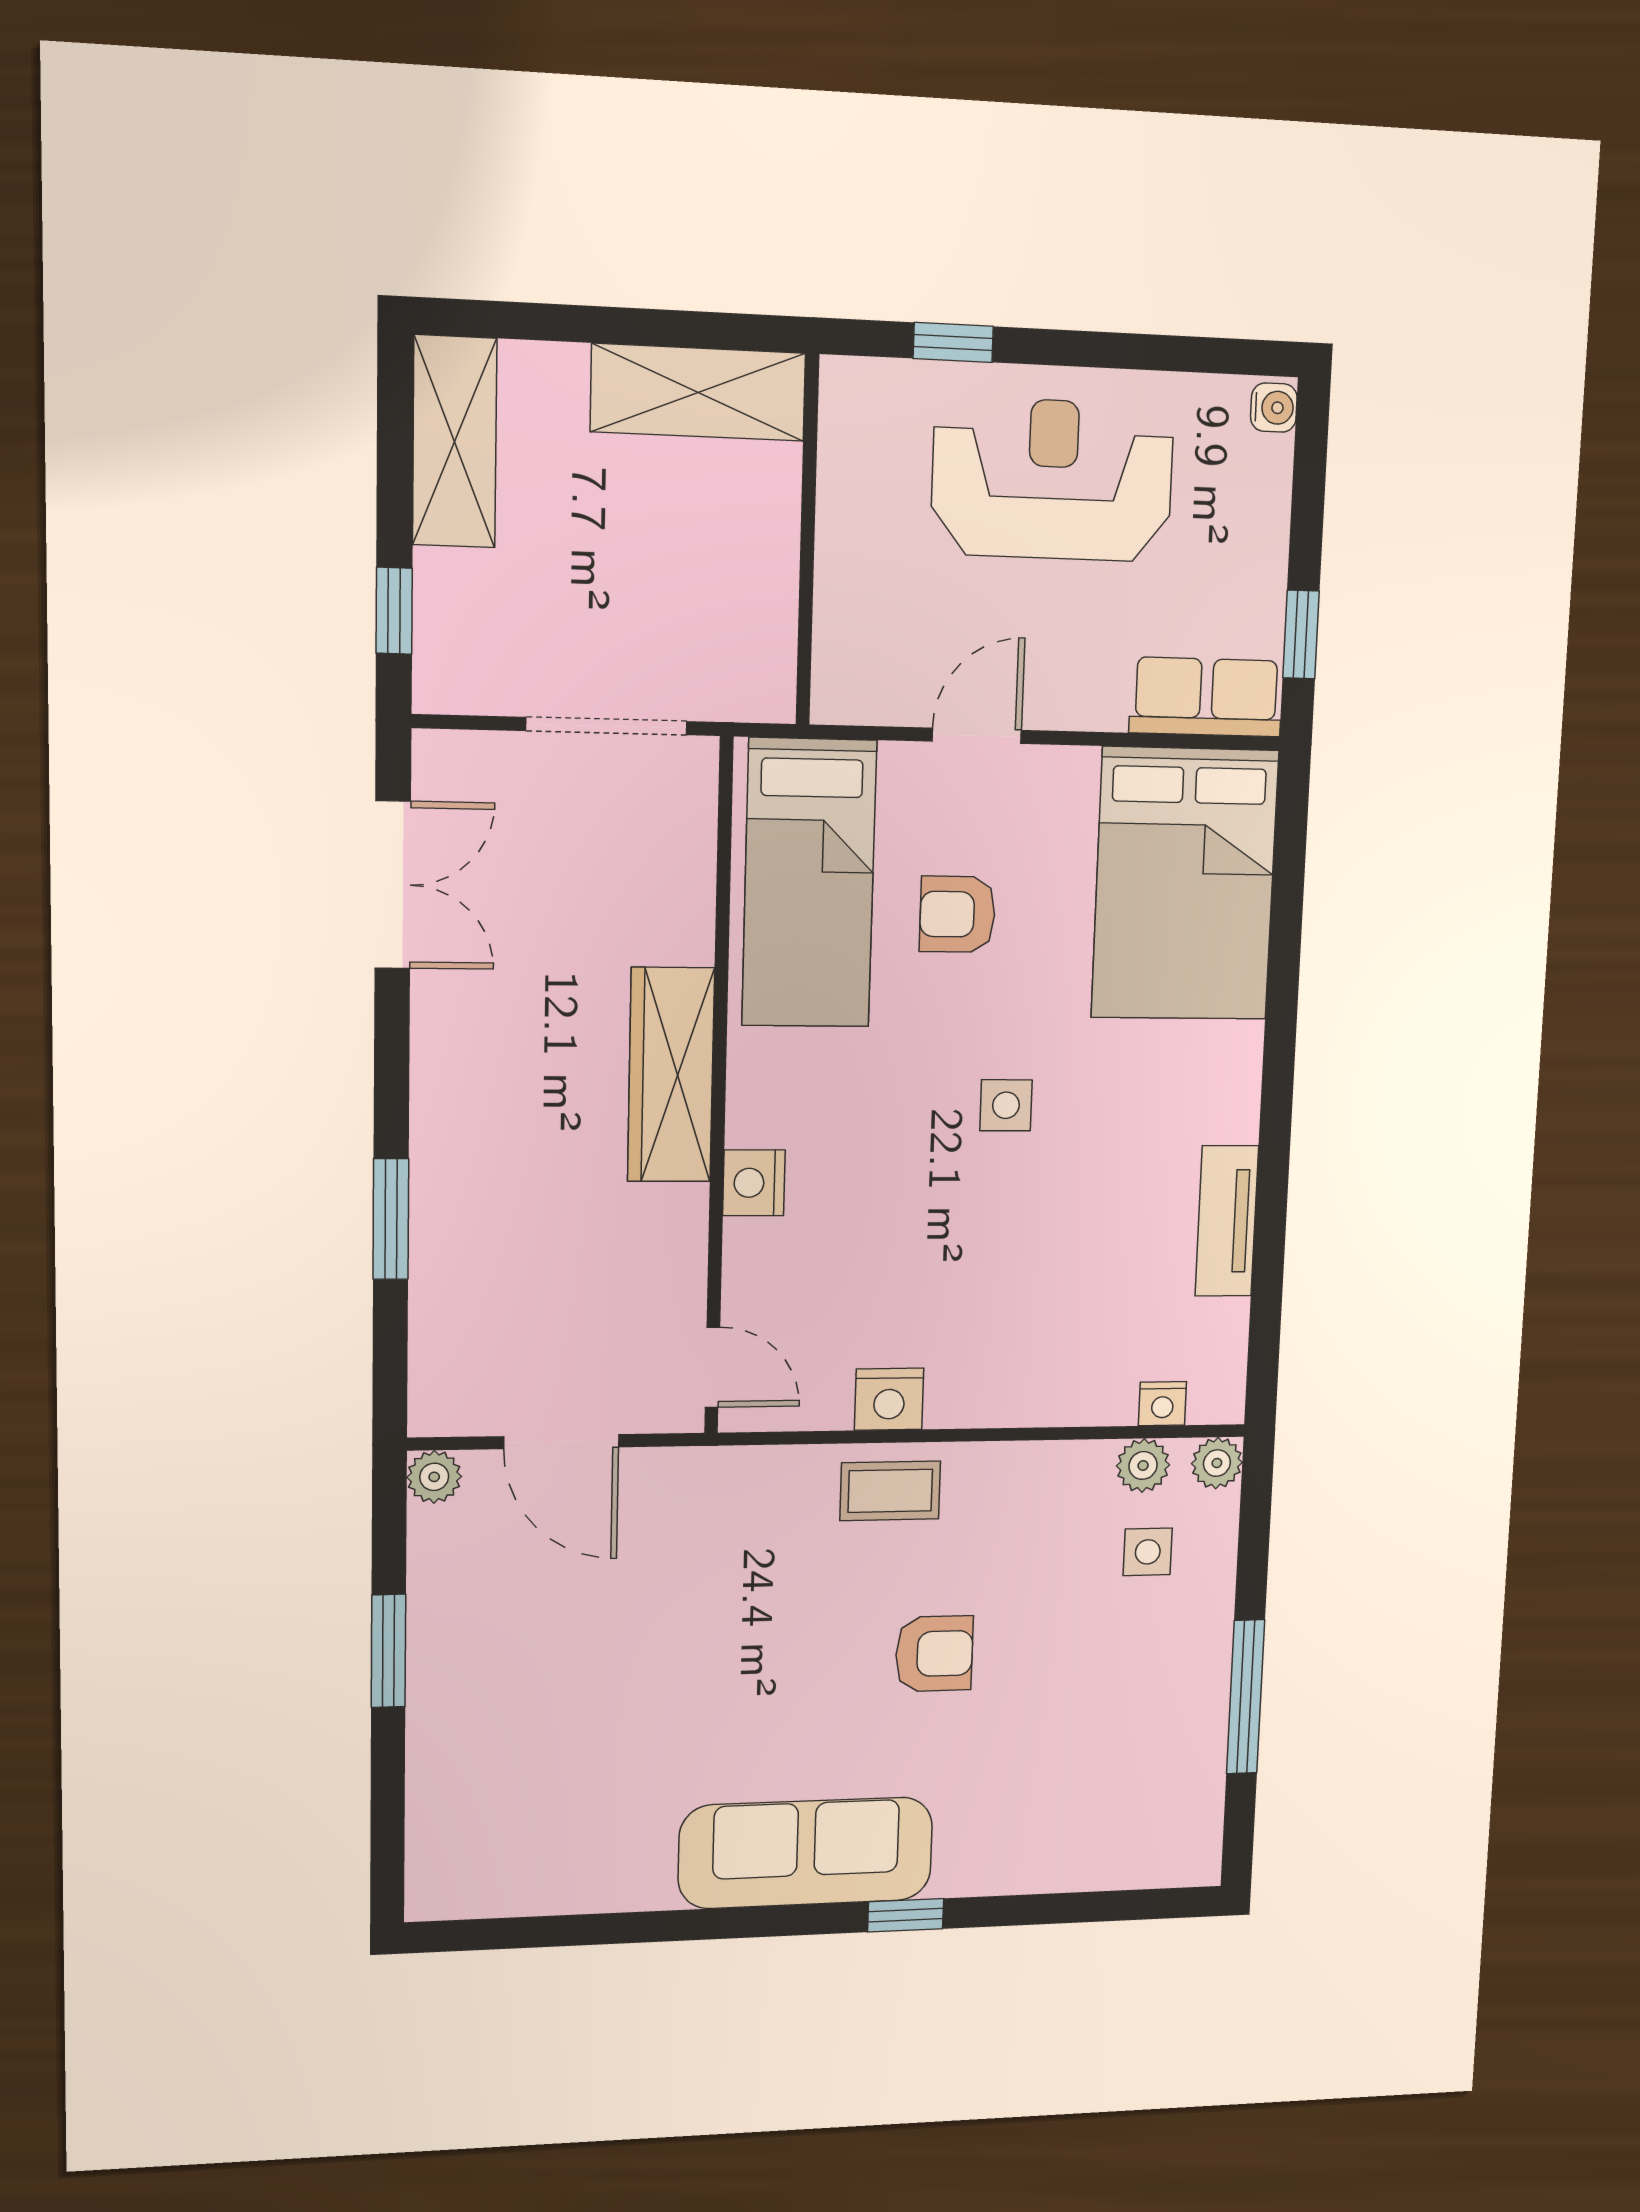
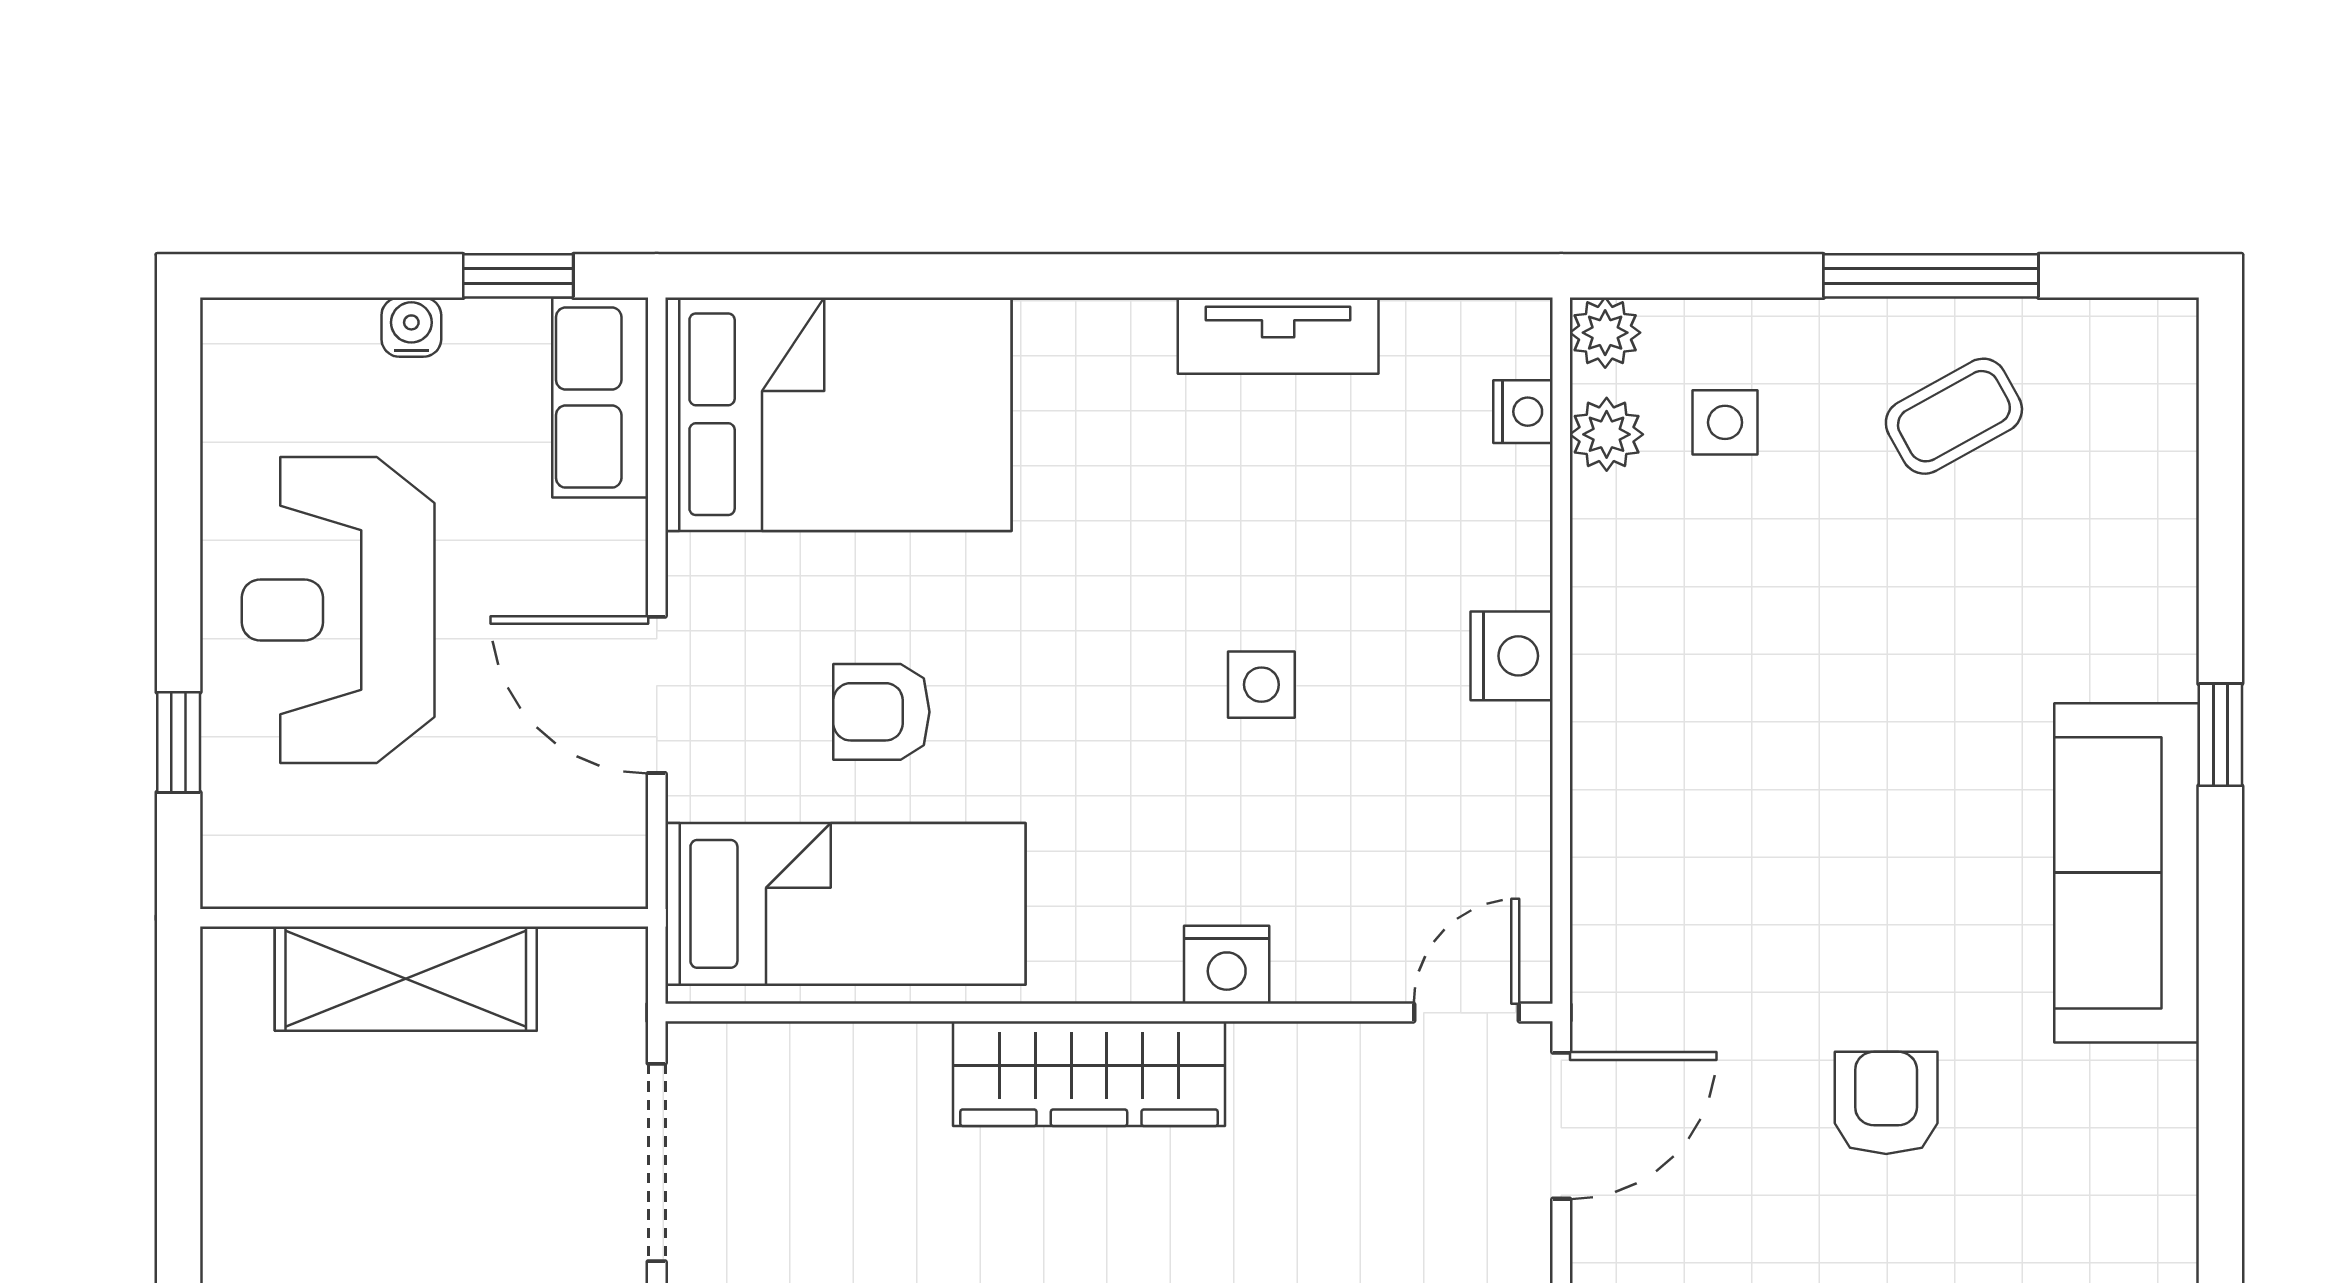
shelving: (698, 392) -> (406, 979), moved, turned 90
water cooler: (1274, 408) -> (411, 327), moved
door: (977, 736) -> (657, 695), width x1.38
armchair: (957, 914) -> (881, 712), turned 90
side table: (1006, 1105) -> (1261, 685), moved
nightstand: (889, 1399) -> (1512, 656), moved
door: (561, 1442) -> (1561, 1126), moved
coffee table: (890, 1491) -> (1954, 416), moved, turned 61
armchair: (934, 1654) -> (1886, 1103), moved

